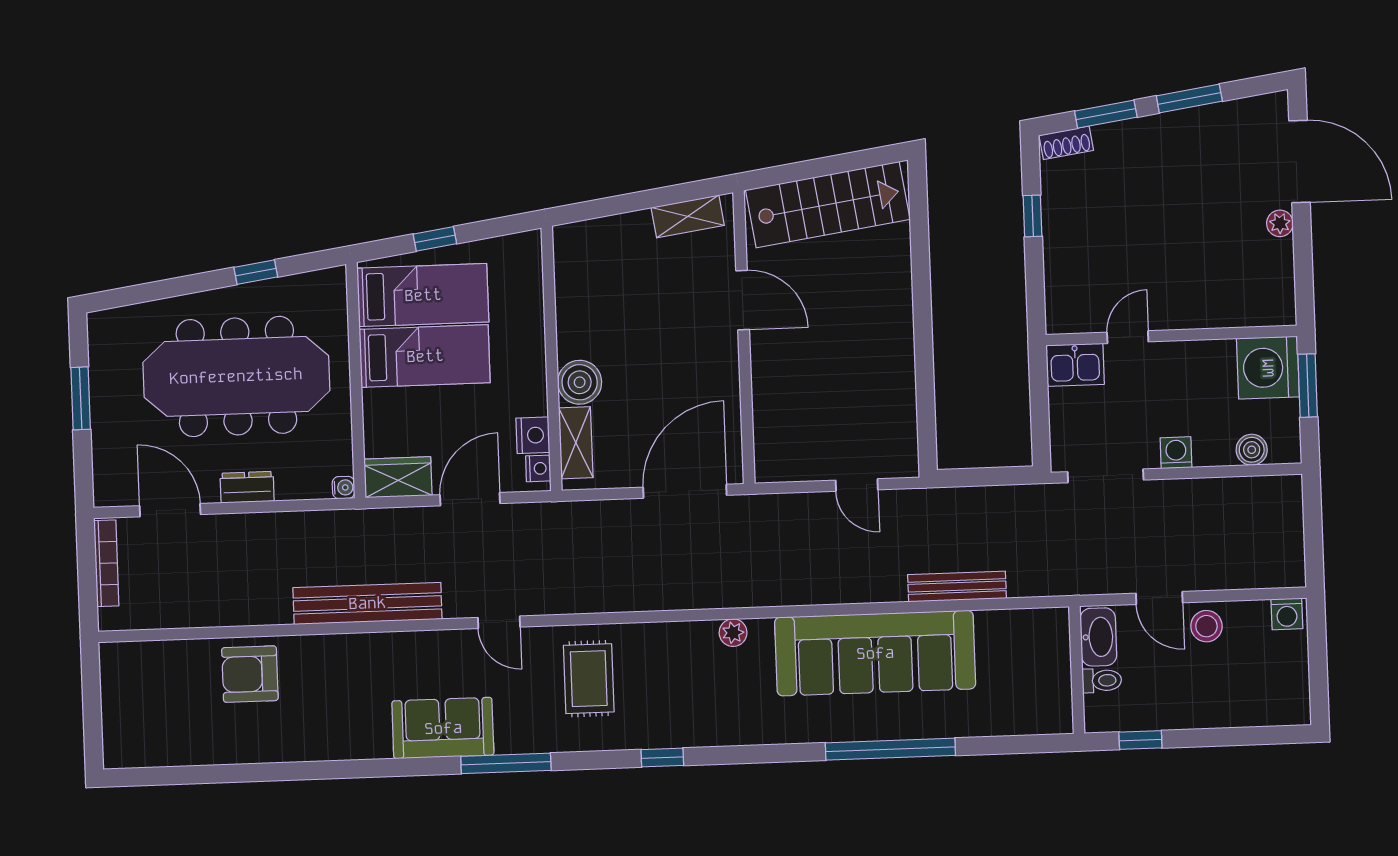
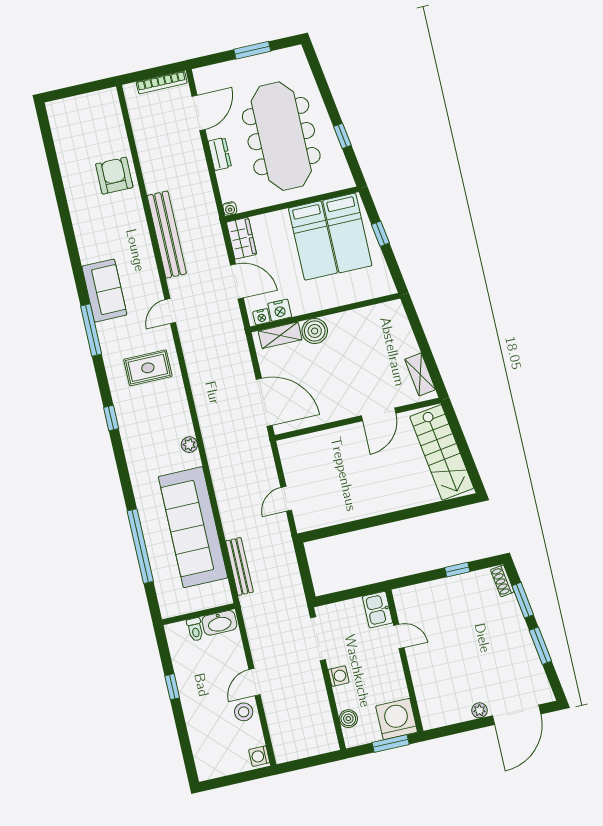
washbasin: (1098, 637) -> (219, 623), moved
wall: (1077, 670) -> (198, 614), moved
toilet: (1102, 680) -> (195, 629), moved

